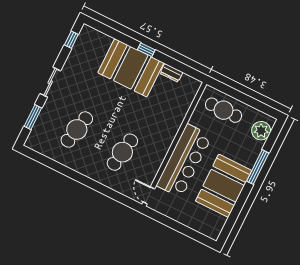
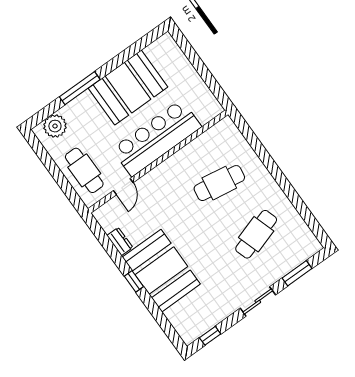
cafe table: (77, 129) -> (256, 234), turned -30
door: (149, 195) -> (123, 187), moved

